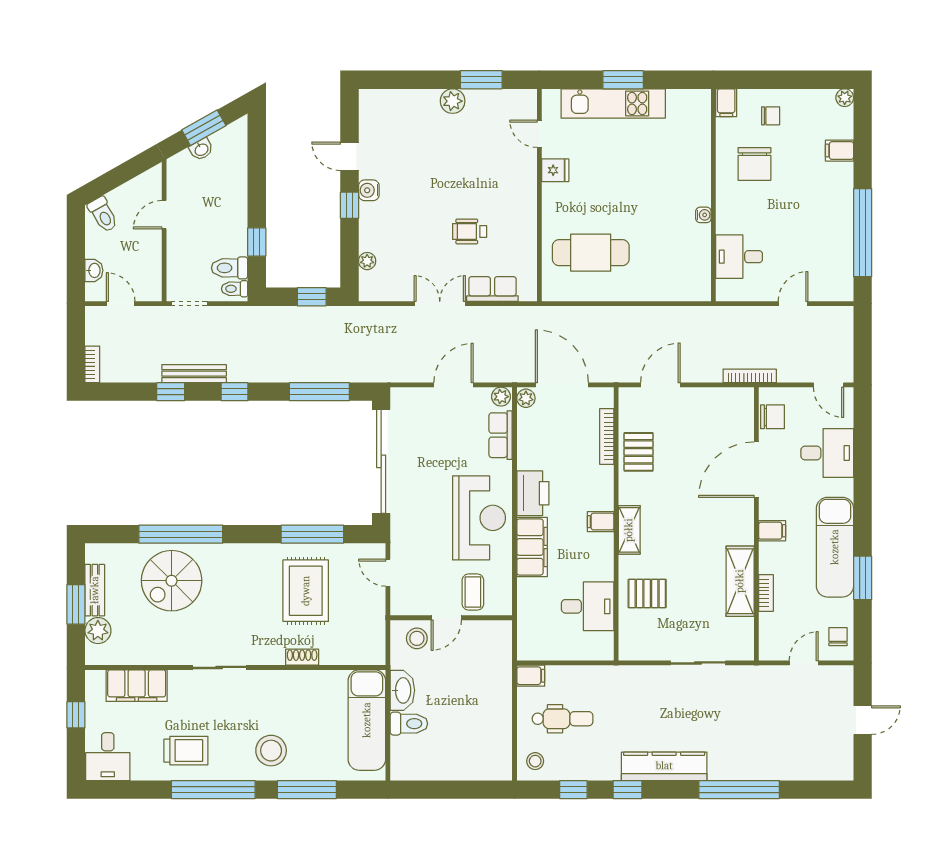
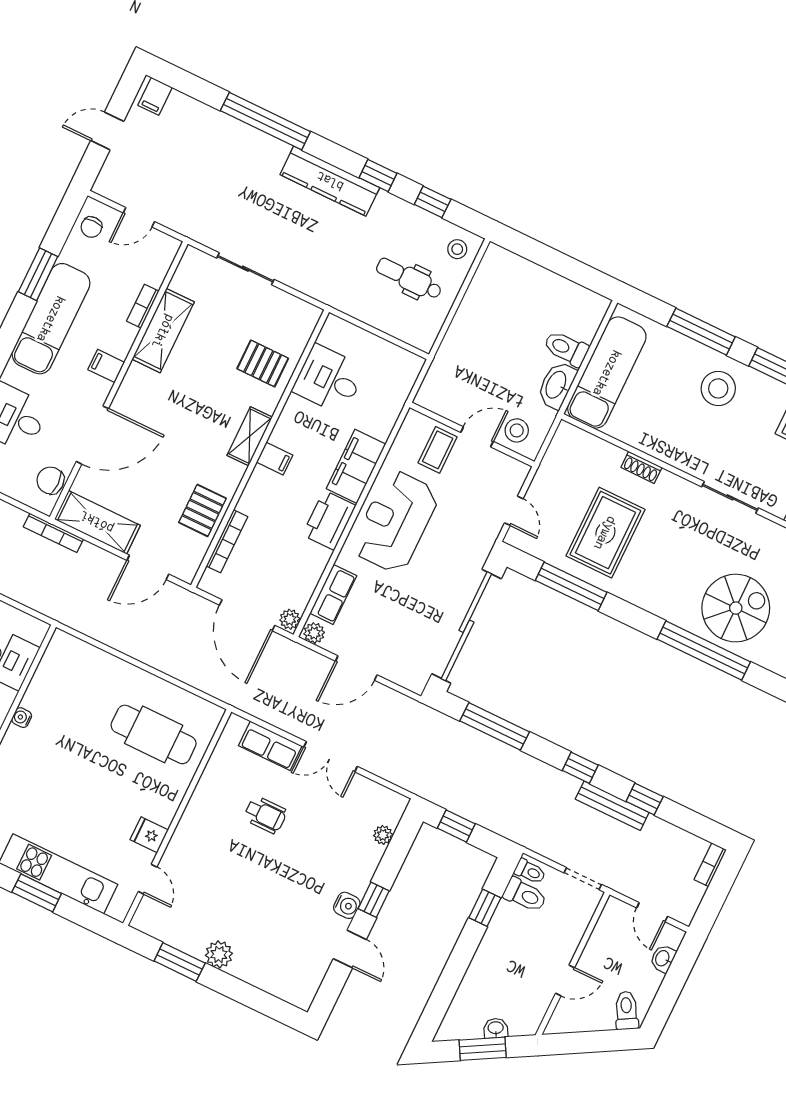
shelving: (718, 401) -> (97, 522), added
filing cabinet: (531, 676) -> (155, 96), moved, turned -90

